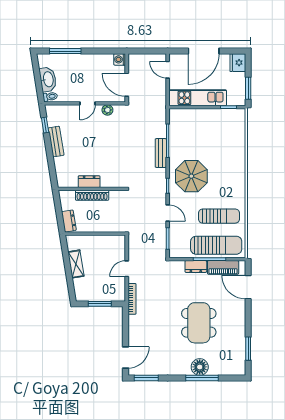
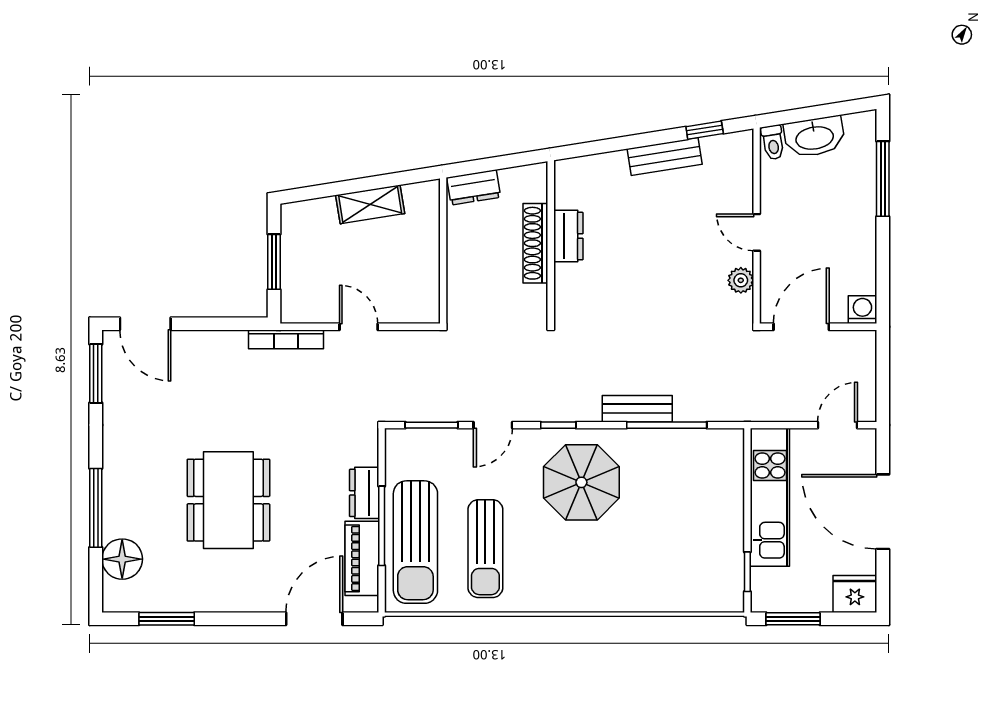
dining table: (199, 323) -> (228, 500), turned 90
floor lamp: (200, 367) -> (122, 559), moved

